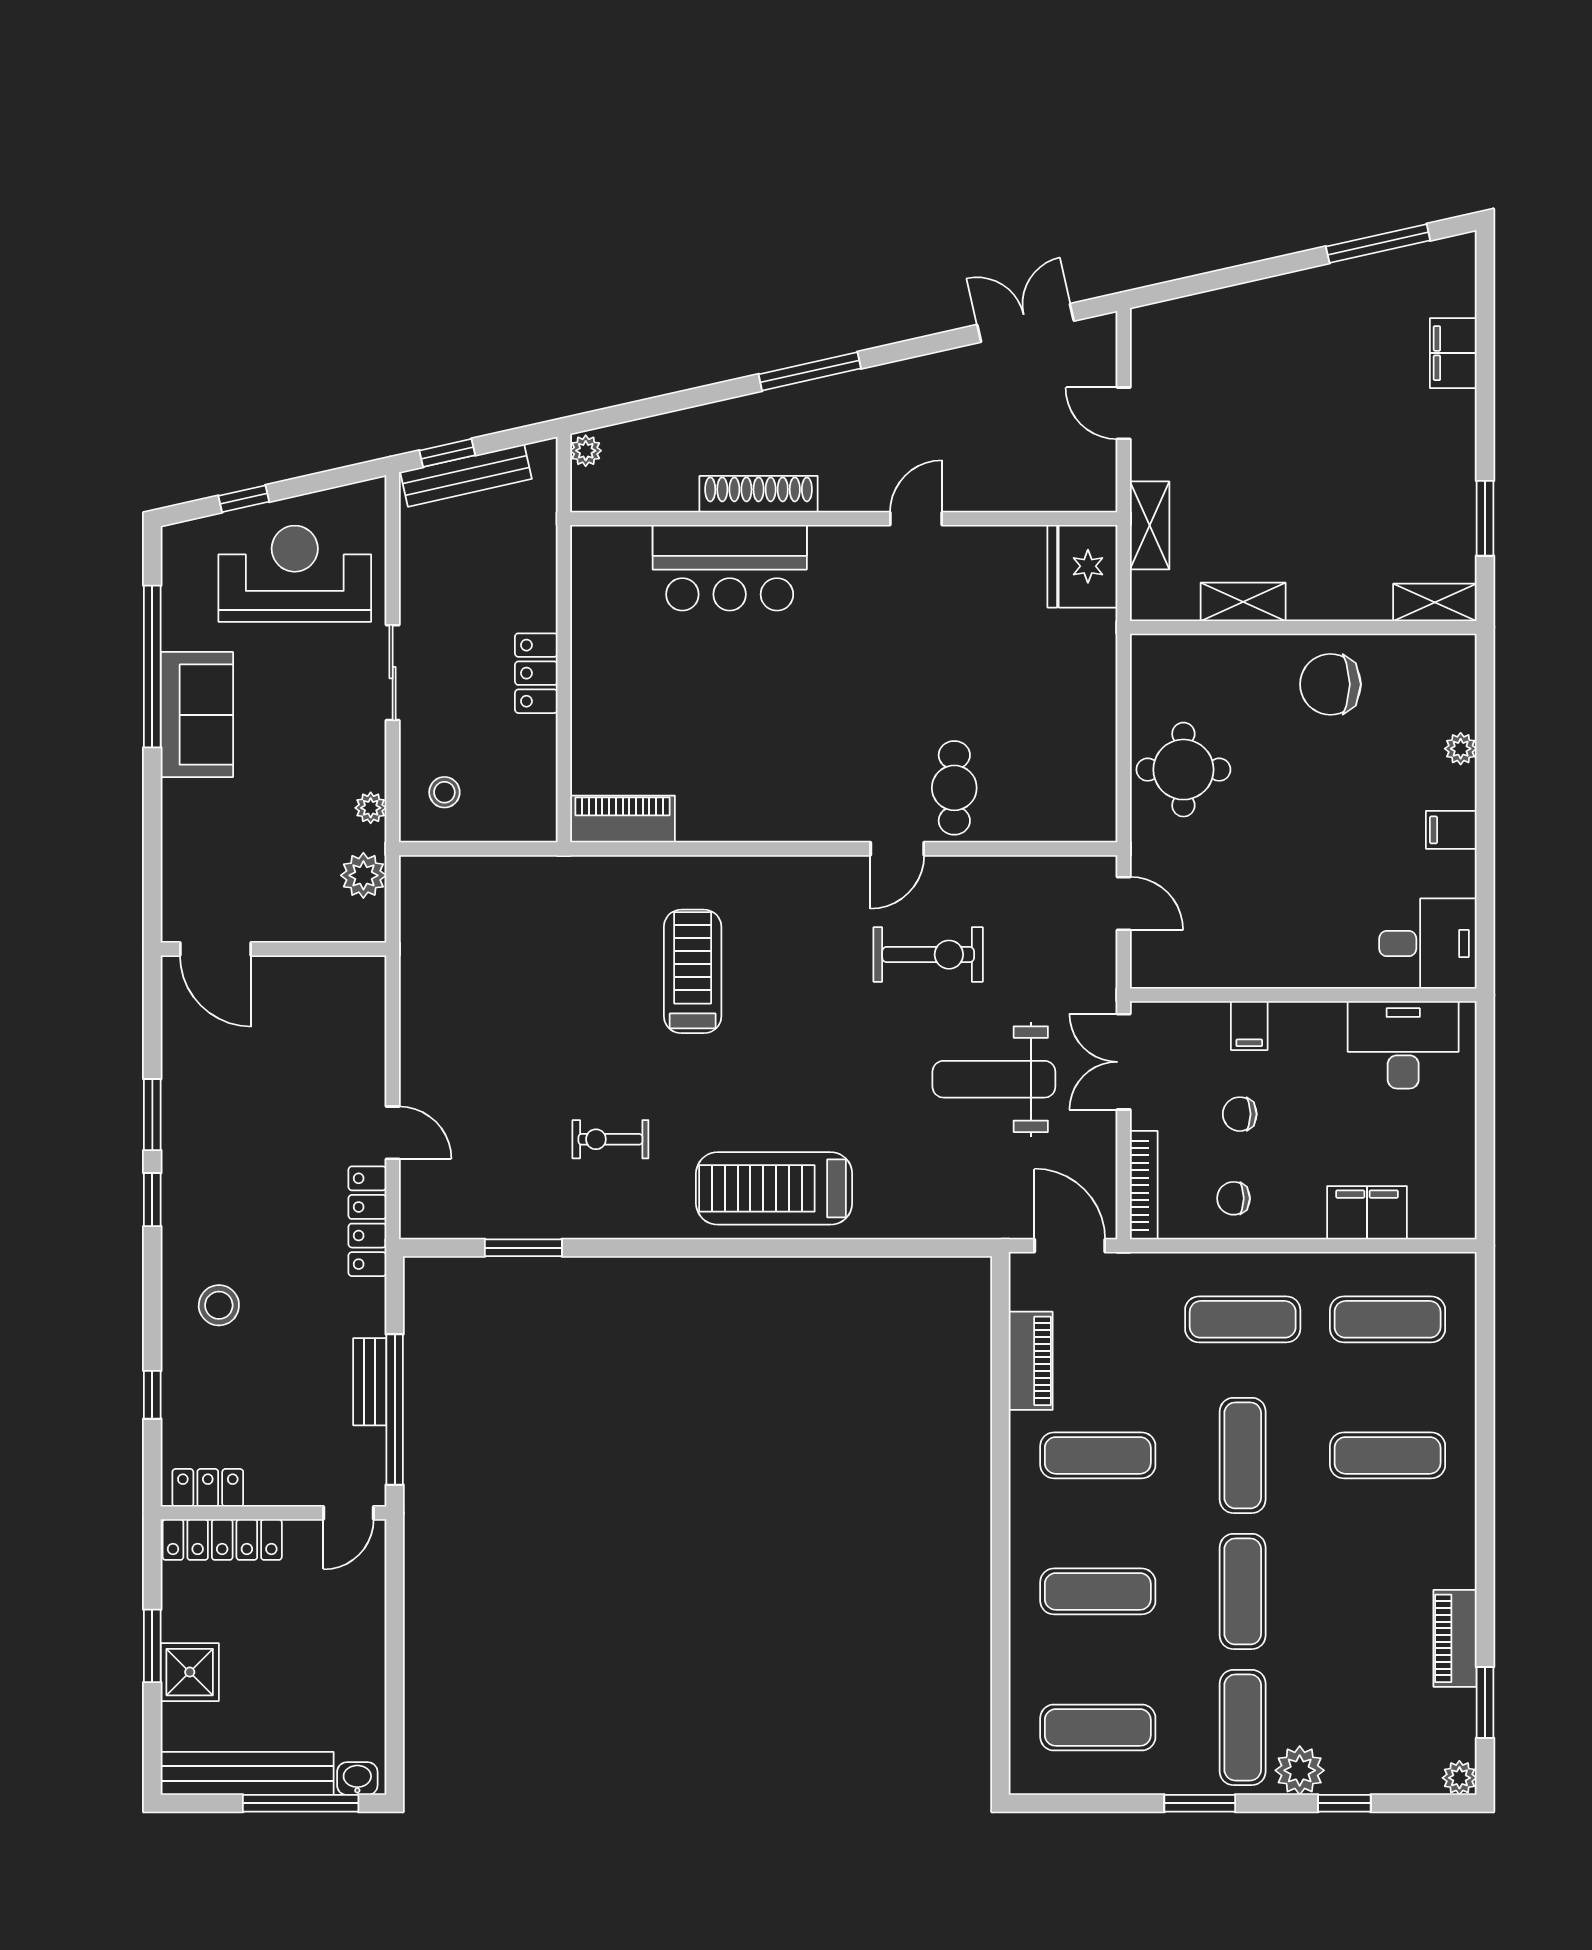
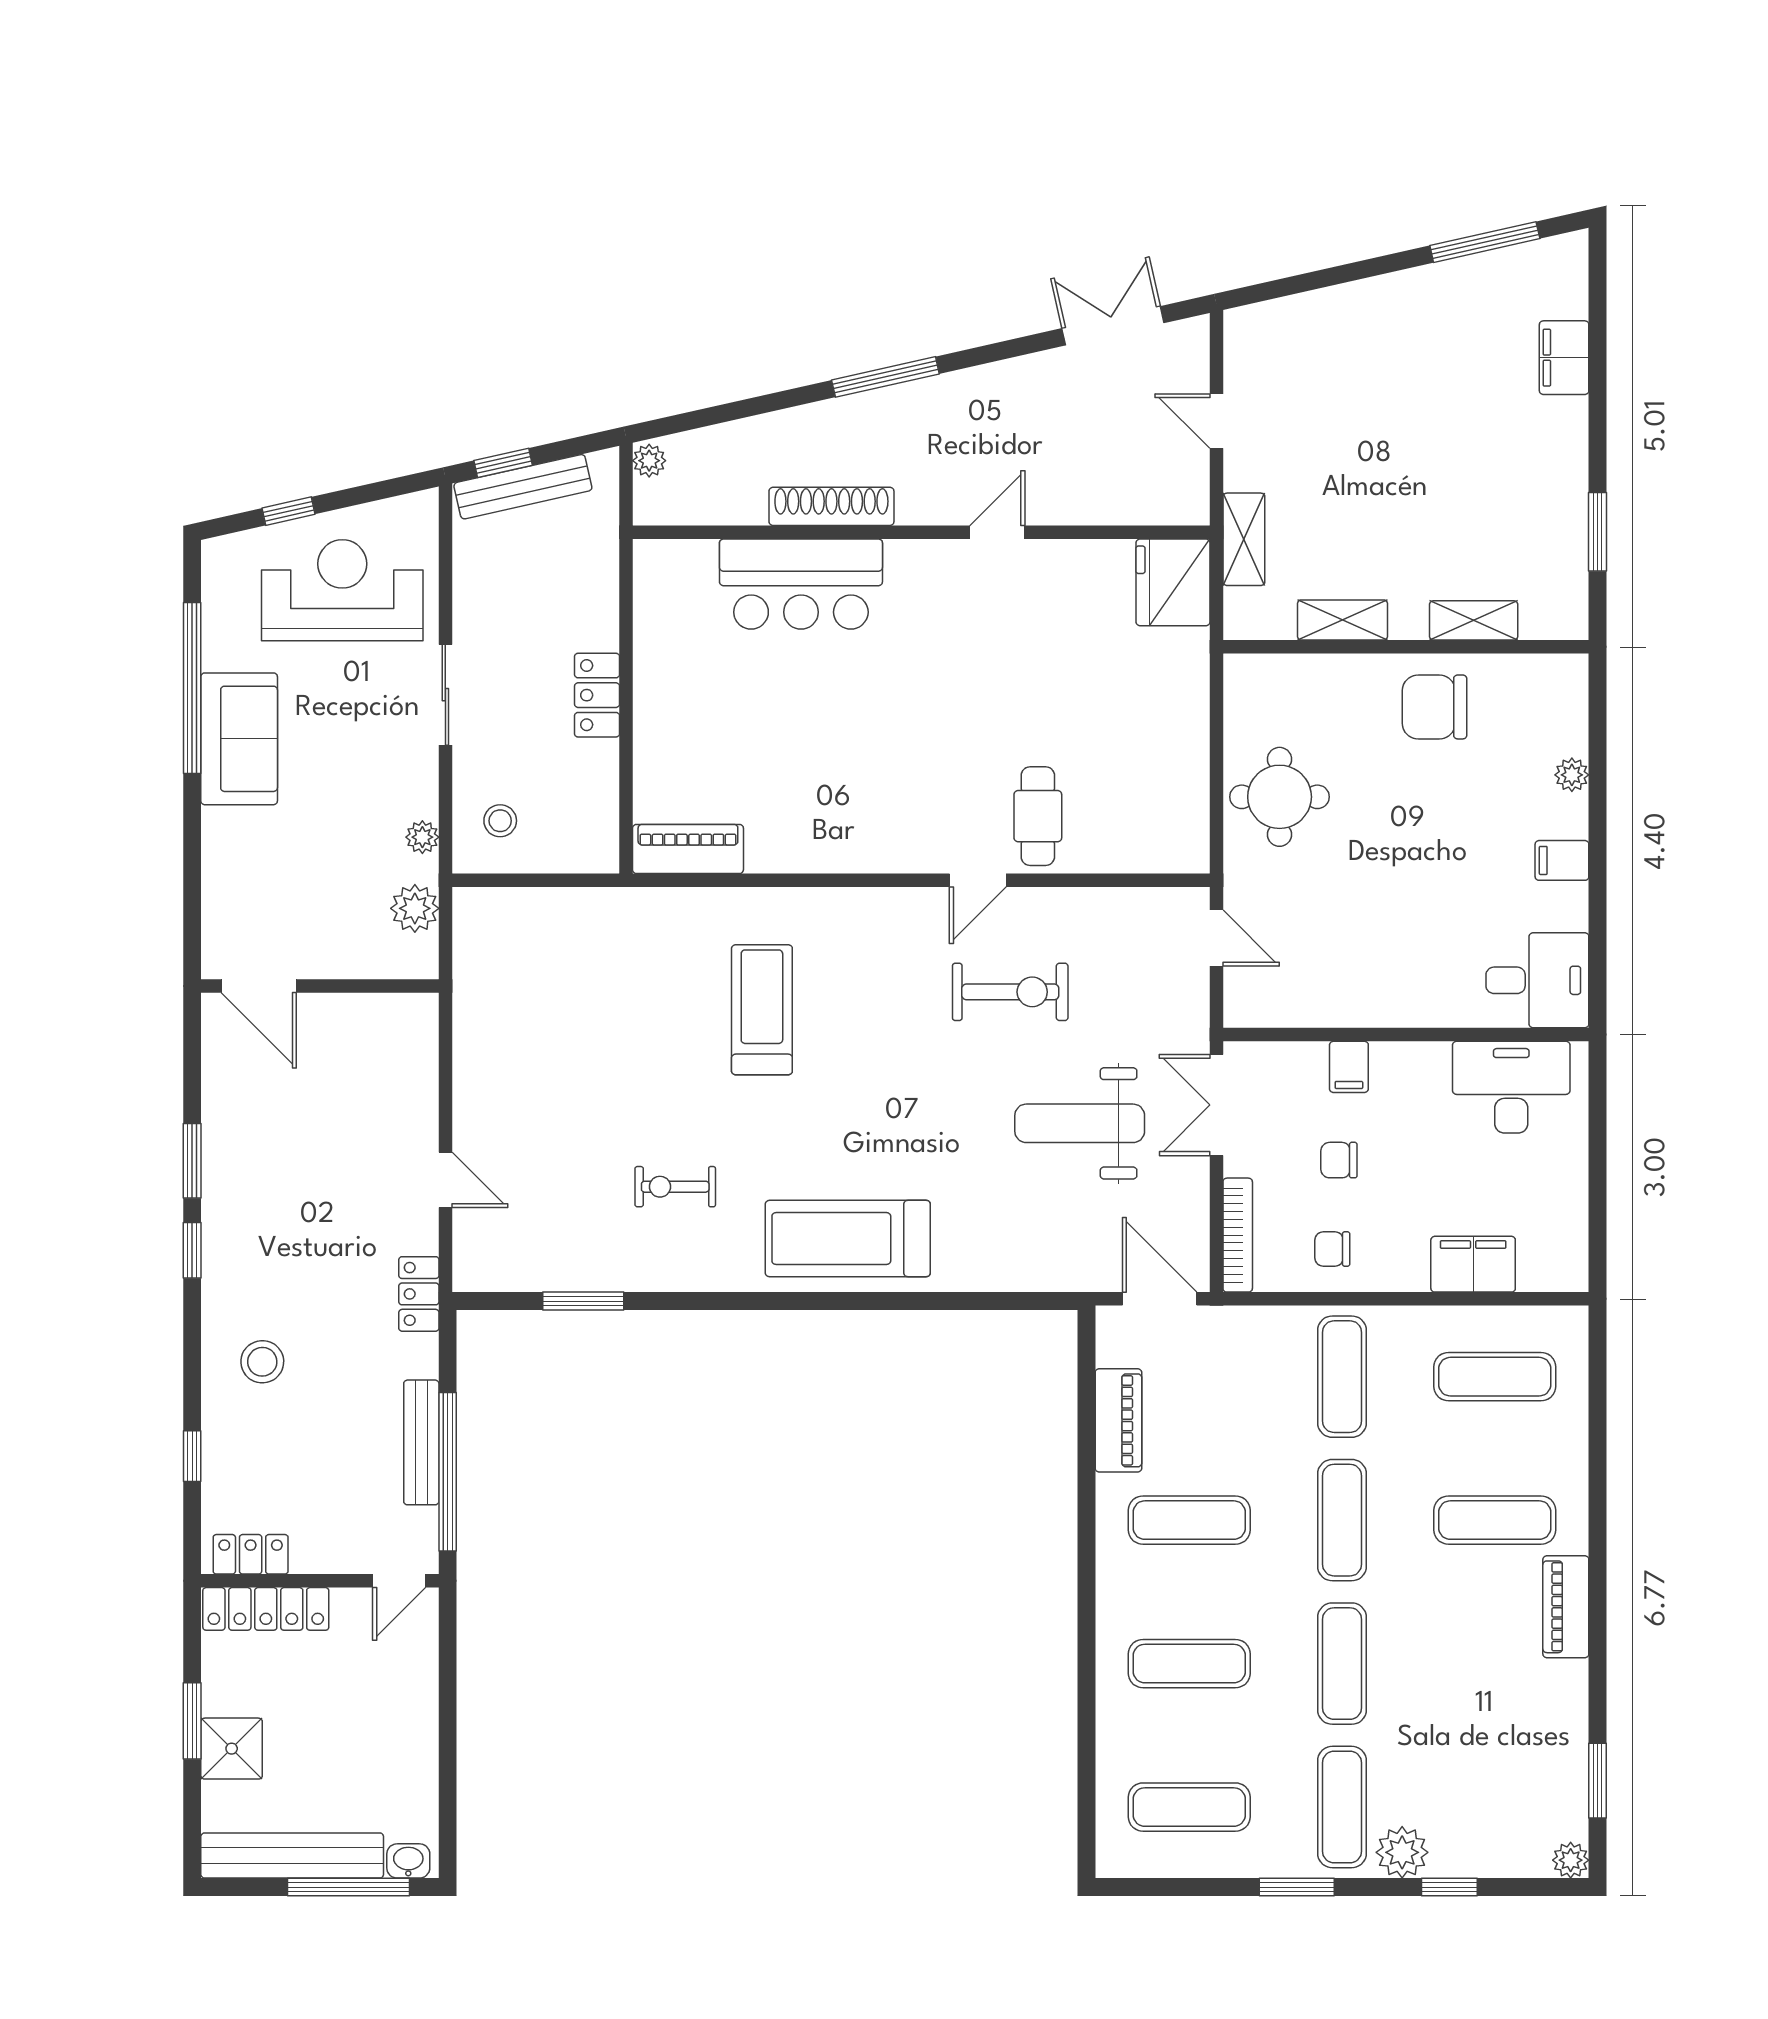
shelving: (1435, 602) -> (1474, 620), moved
locker: (367, 1221) -> (419, 1294), width x0.66
exercise mat: (1243, 1319) -> (1342, 1377), turned 90
bench: (370, 1382) -> (421, 1442), width x1.36
piano: (1455, 1638) -> (1566, 1607), moved

